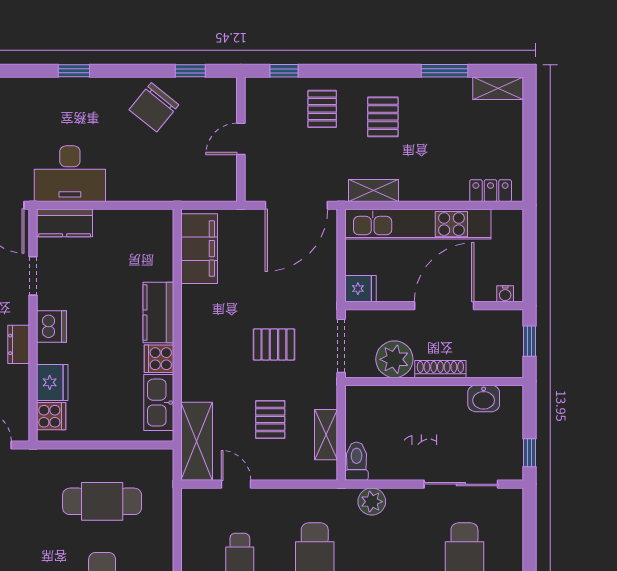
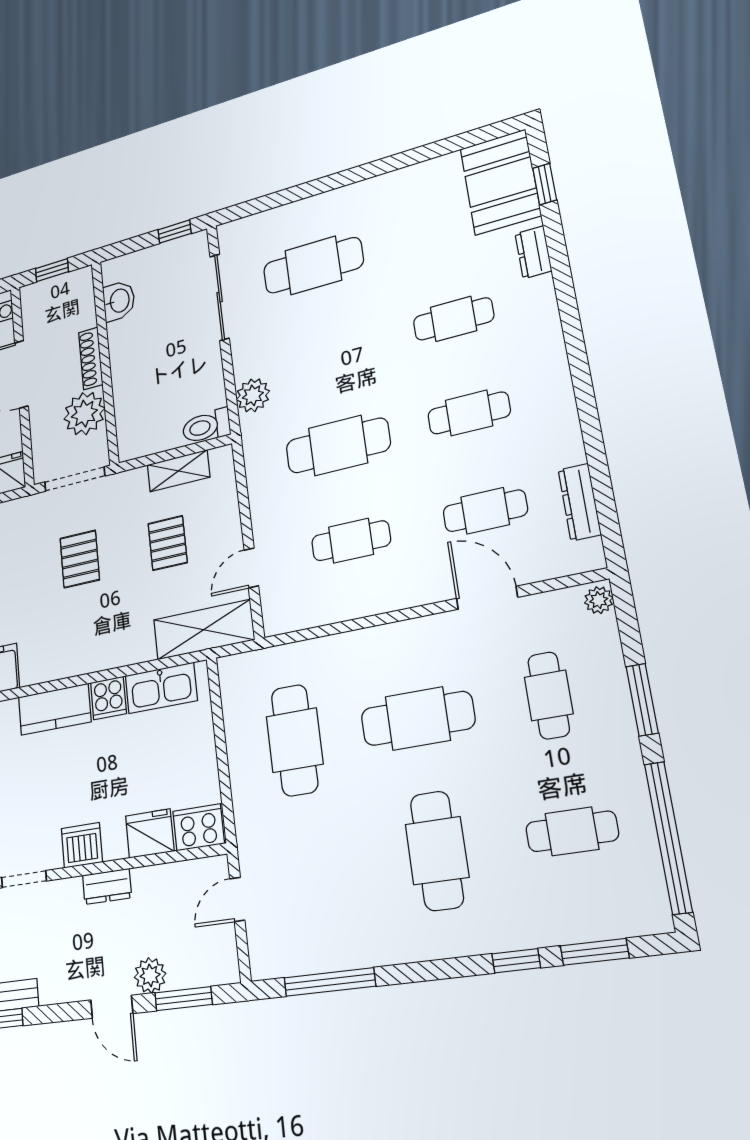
cooker: (51, 416) -> (199, 827), width x1.36
pallet: (270, 420) -> (168, 543), turned 90

